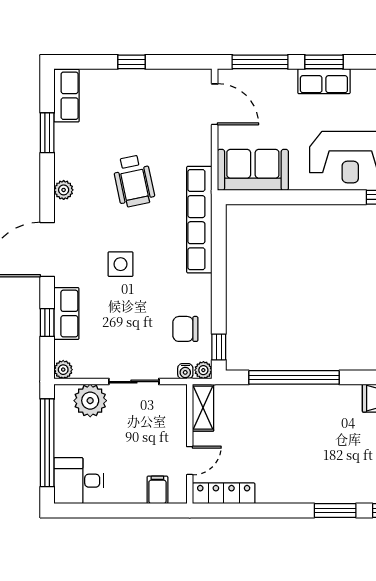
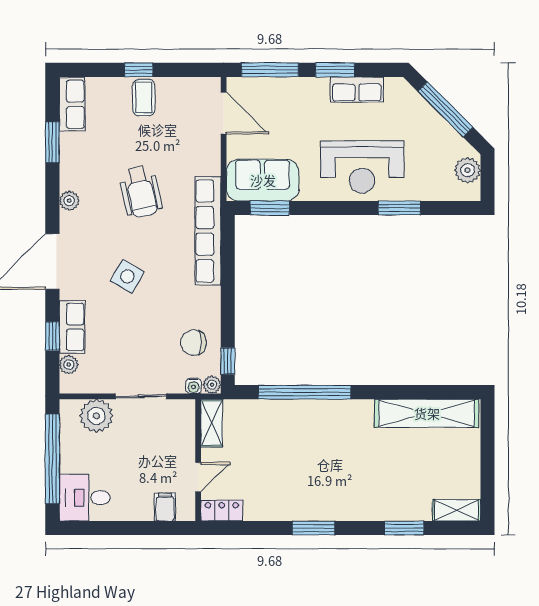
row of seats: (324, 81) -> (357, 90), moved
coffee table: (137, 89) -> (144, 98), added
window: (260, 197) -> (270, 208), added
side table: (121, 264) -> (127, 276), turned 30
plant: (63, 370) -> (69, 365), moved
locker: (224, 493) -> (222, 511), width x0.66
window: (335, 510) -> (314, 528), moved

